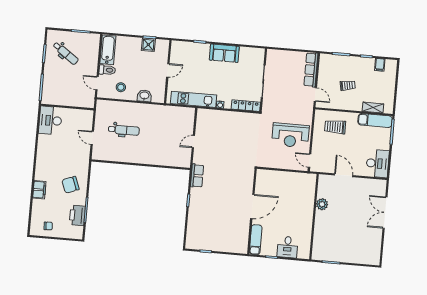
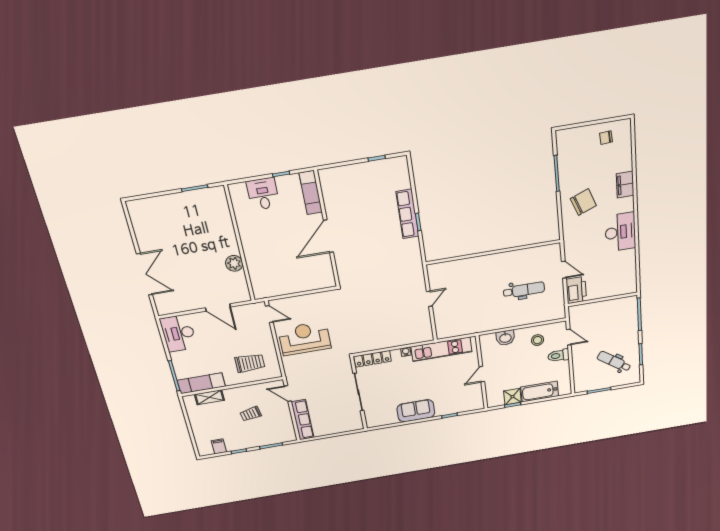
bathtub: (108, 50) -> (540, 392), moved, turned 90
desk: (50, 120) -> (620, 232), moved
dental chair: (124, 130) -> (524, 290), turned 180
row of seats: (197, 176) -> (407, 214), moved, width x1.48
printer: (77, 215) -> (576, 290), moved

